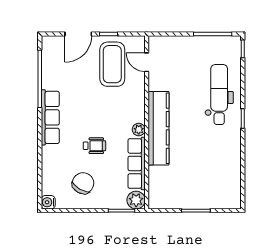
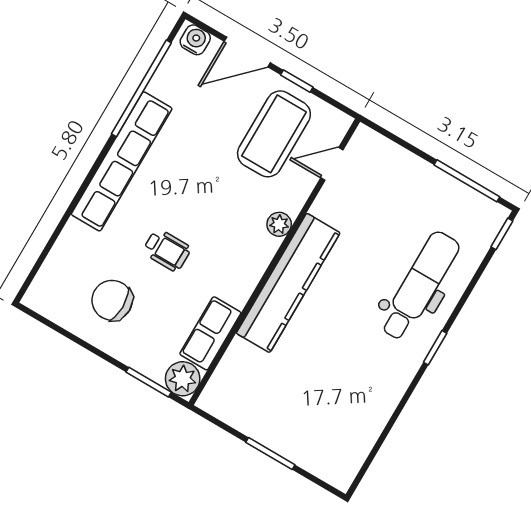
door: (147, 62) -> (332, 164), hinge flipped
row of seats: (50, 117) -> (122, 161), width x1.36
plant: (139, 130) -> (279, 224), moved
row of seats: (137, 163) -> (210, 333), width x0.68
chair: (83, 183) -> (112, 300), turned -120
water cooler: (48, 202) -> (195, 40), moved, turned 90

